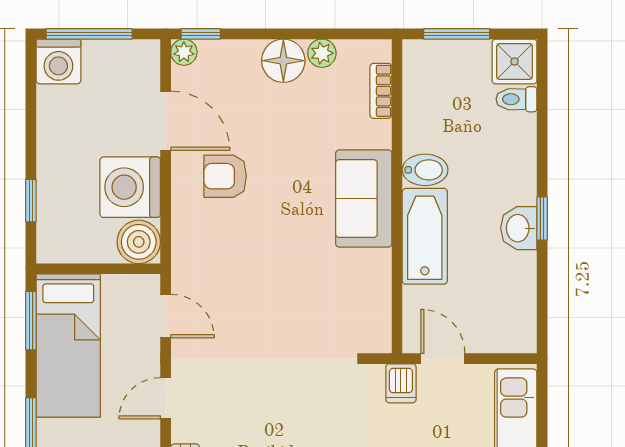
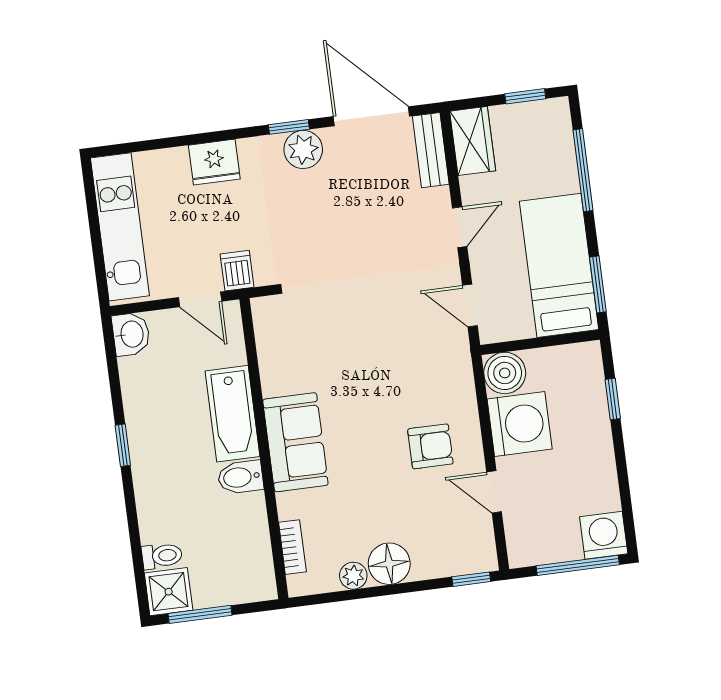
window: (457, 34) -> (200, 614), moved
plant: (184, 52) -> (485, 560), removed
door: (166, 121) -> (494, 492), width x0.73
washbasin: (519, 228) -> (131, 334), moved

